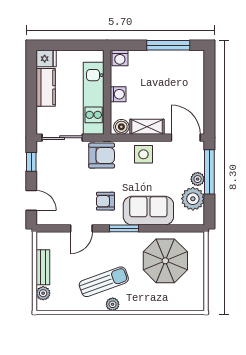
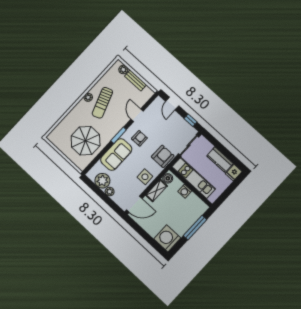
window: (168, 45) -> (195, 228), moved
washing machine: (120, 58) -> (167, 238), moved, width x1.89, depth x1.89
armchair: (102, 156) -> (163, 156), turned 180
window: (209, 172) -> (108, 200), removed
door: (31, 200) -> (172, 104), hinge flipped

